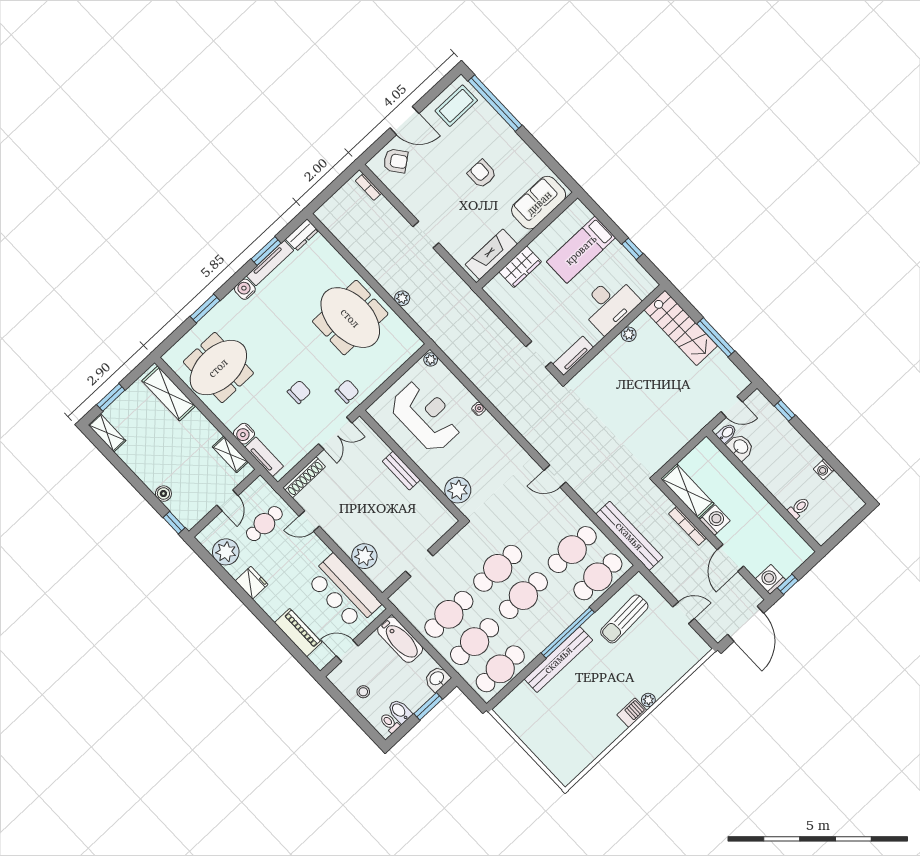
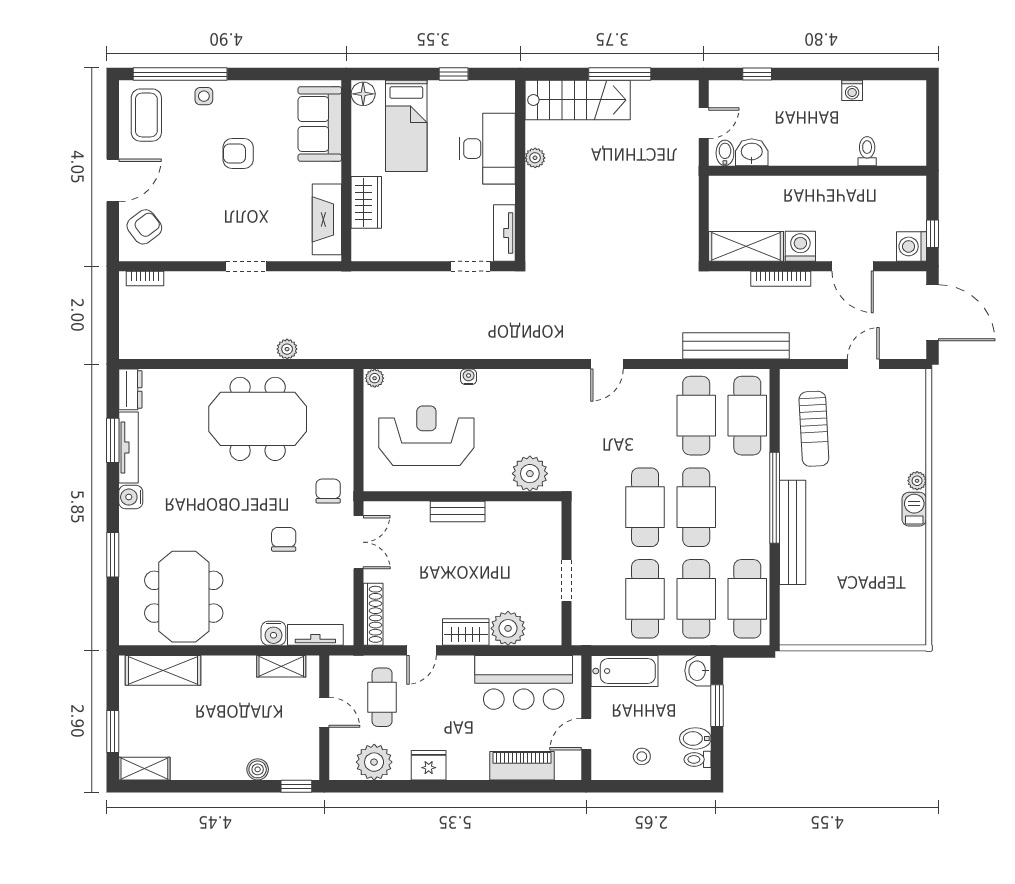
side table: (495, 127) -> (204, 96), added
floor lamp: (576, 211) -> (363, 94), added
wardrobe: (341, 536) -> (466, 632), added

